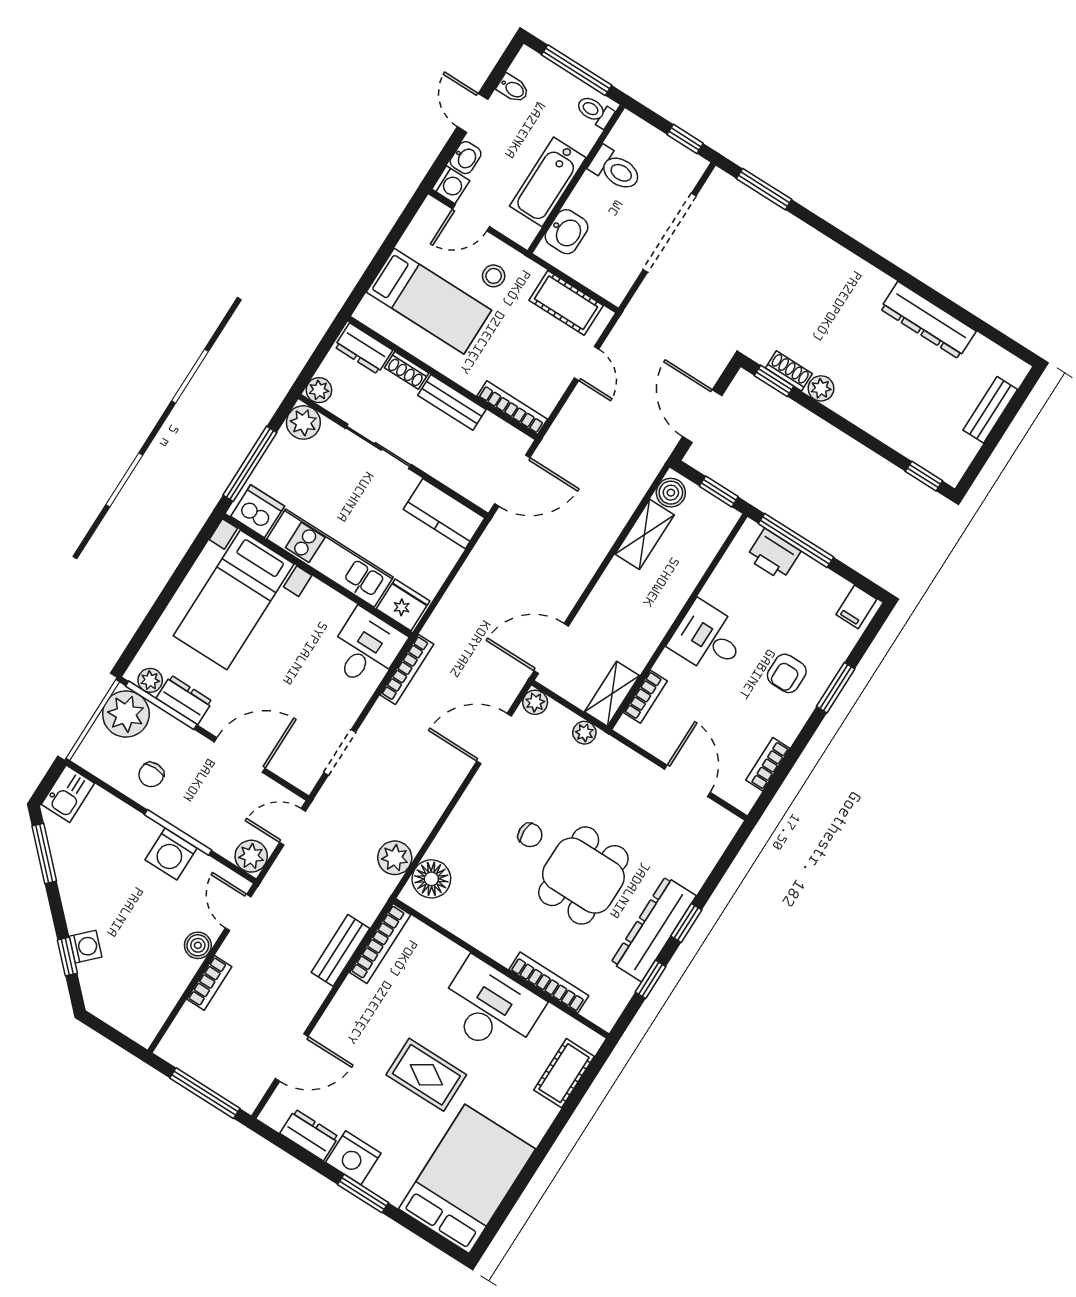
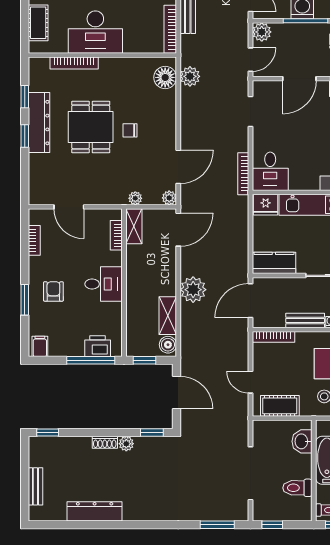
shoe rack: (789, 371) -> (105, 442), moved
plant: (584, 549) -> (193, 290), added

